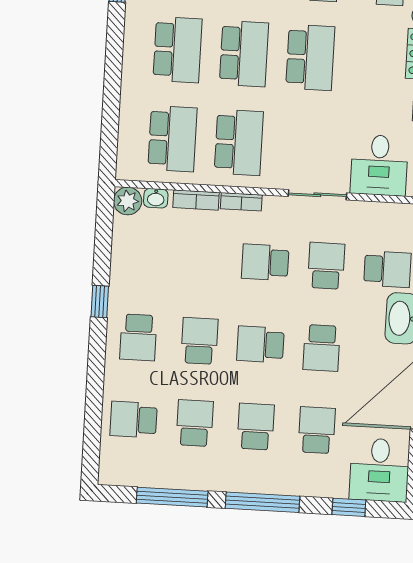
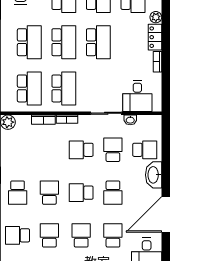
washbasin: (156, 198) -> (130, 120), moved

